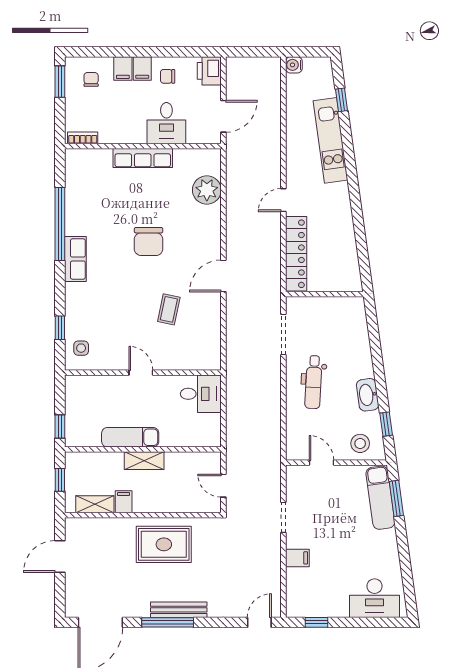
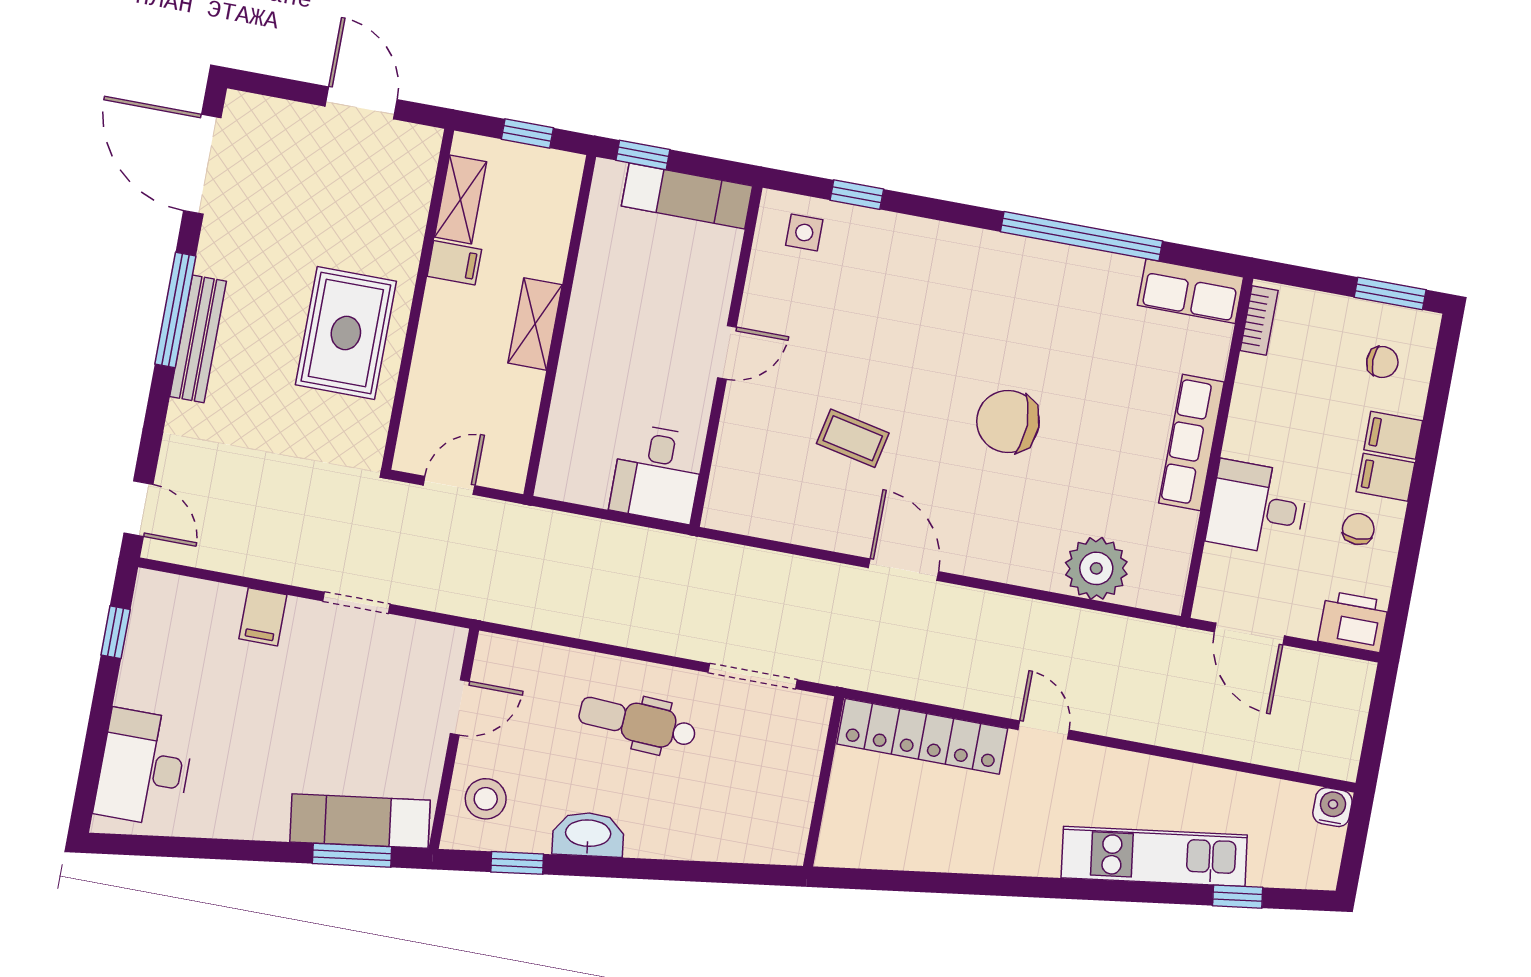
row of seats: (75, 259) -> (1191, 291), moved
exam couch: (130, 437) -> (687, 196), moved, turned 90

